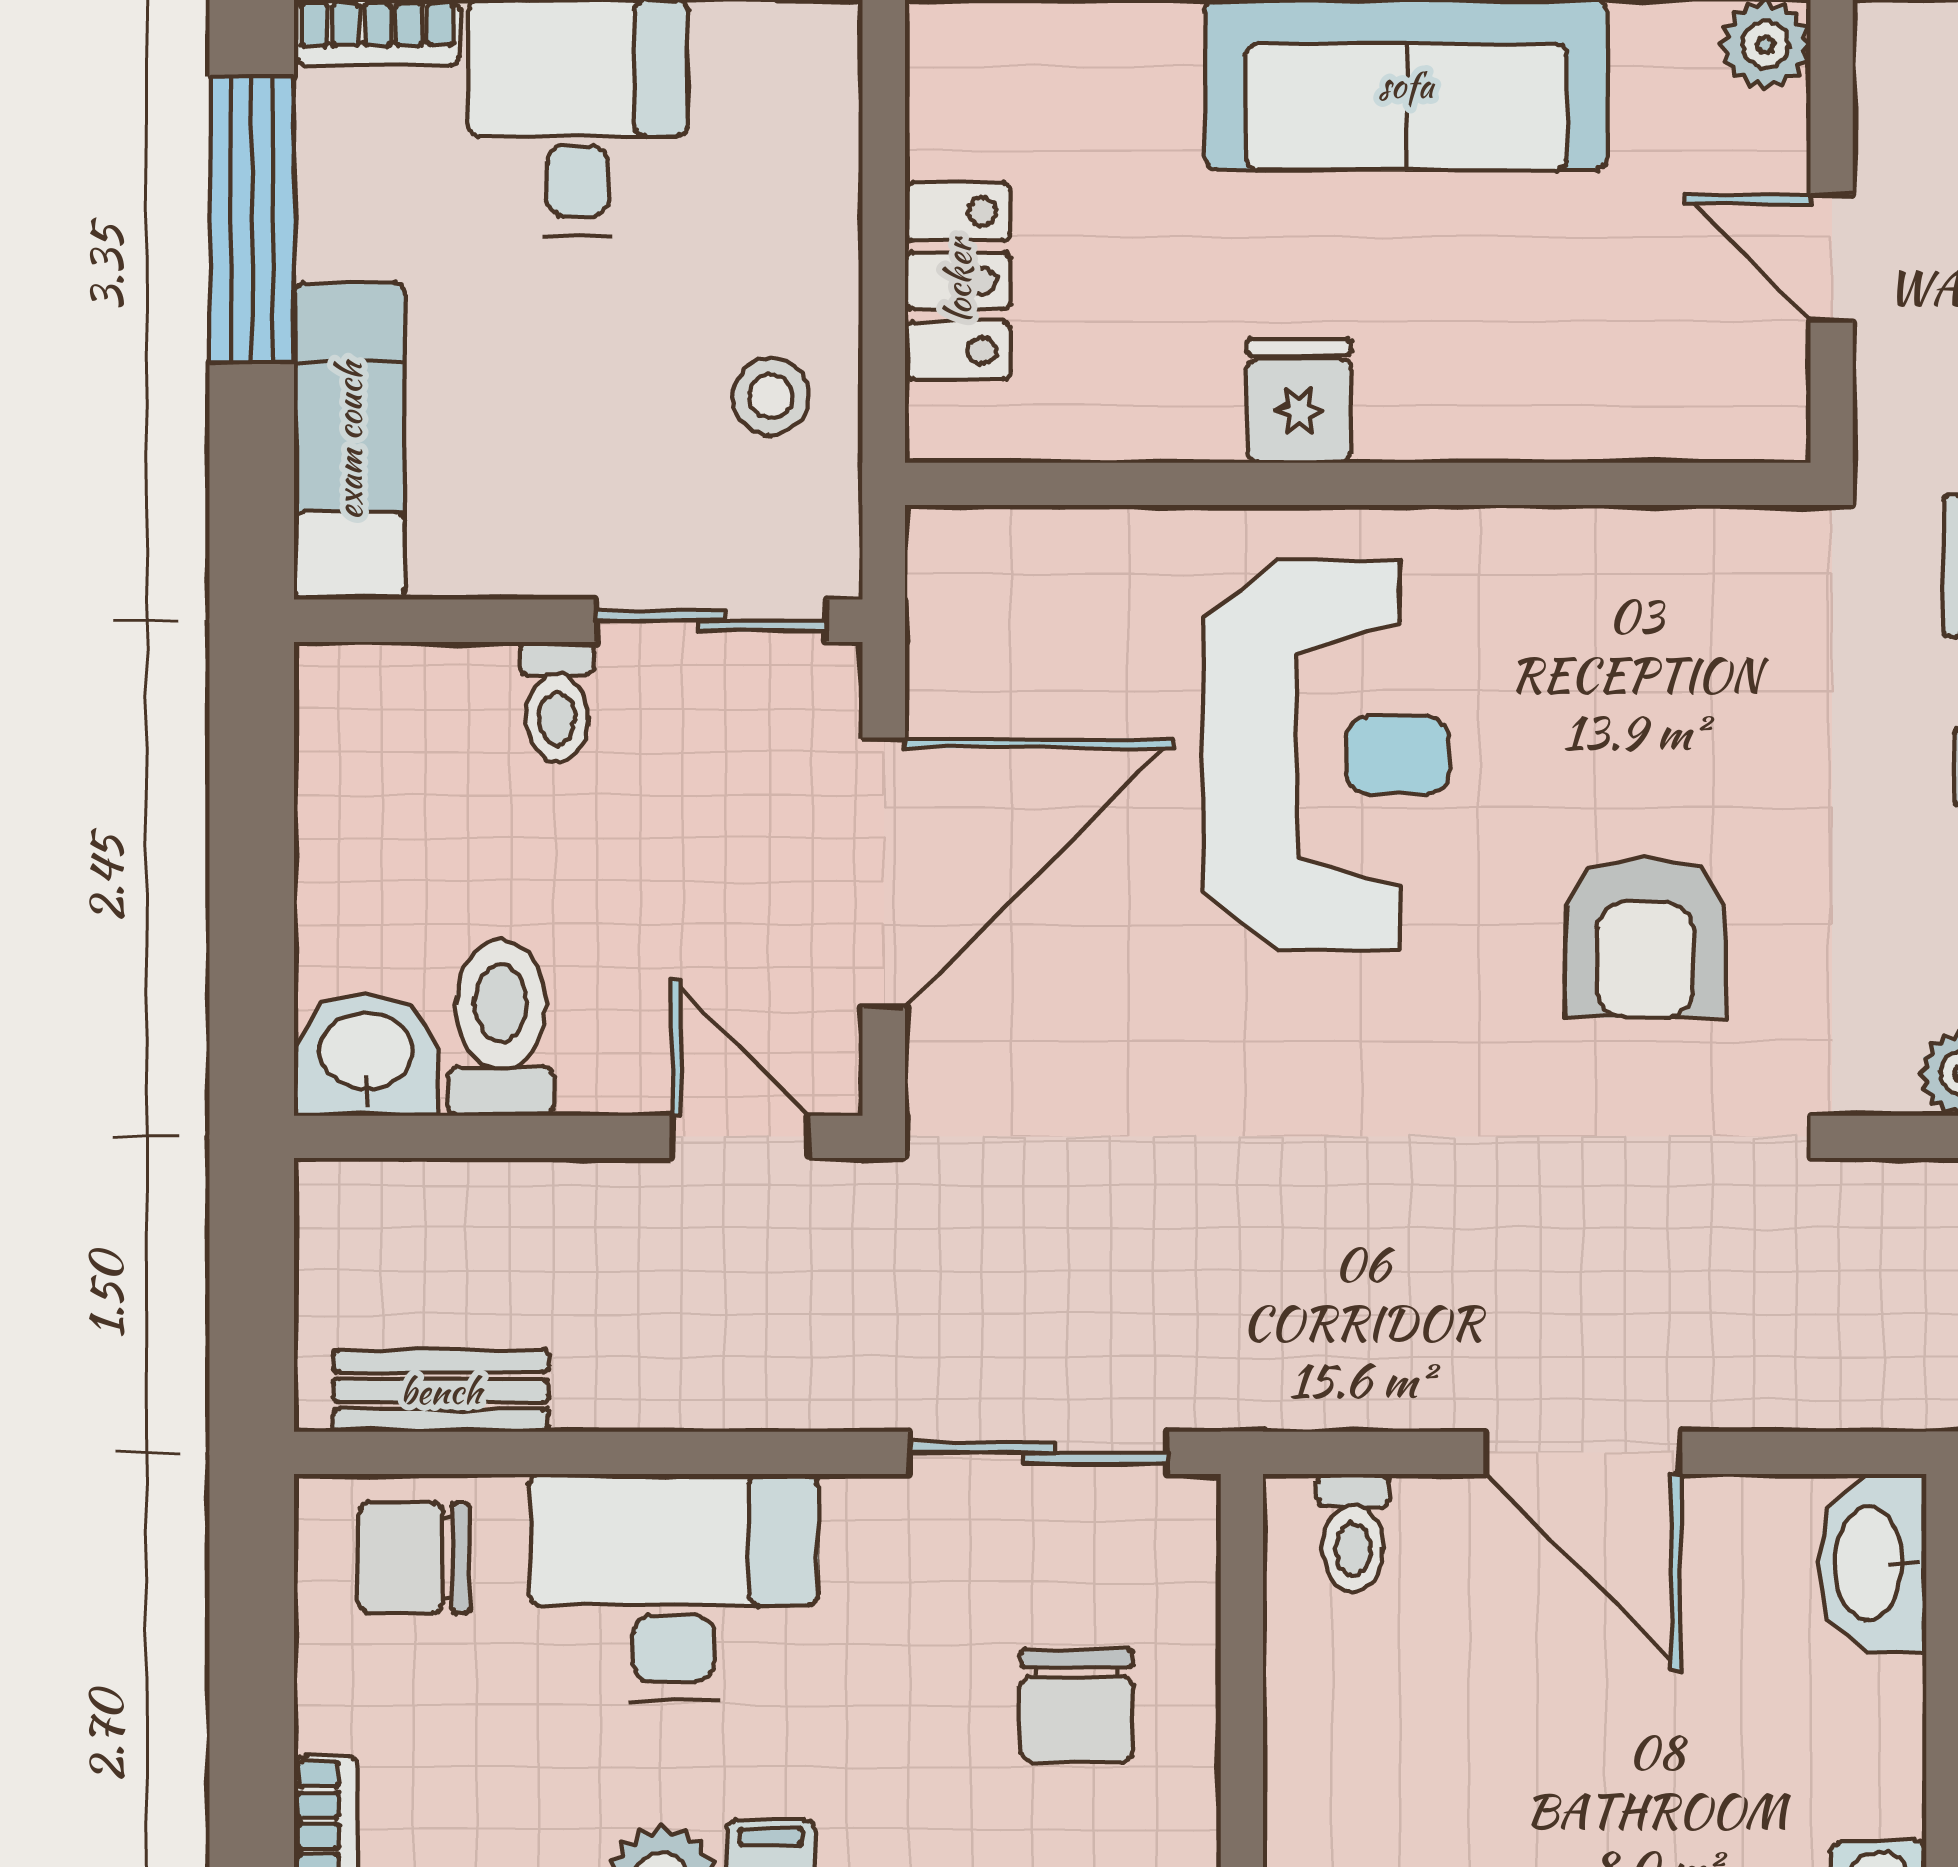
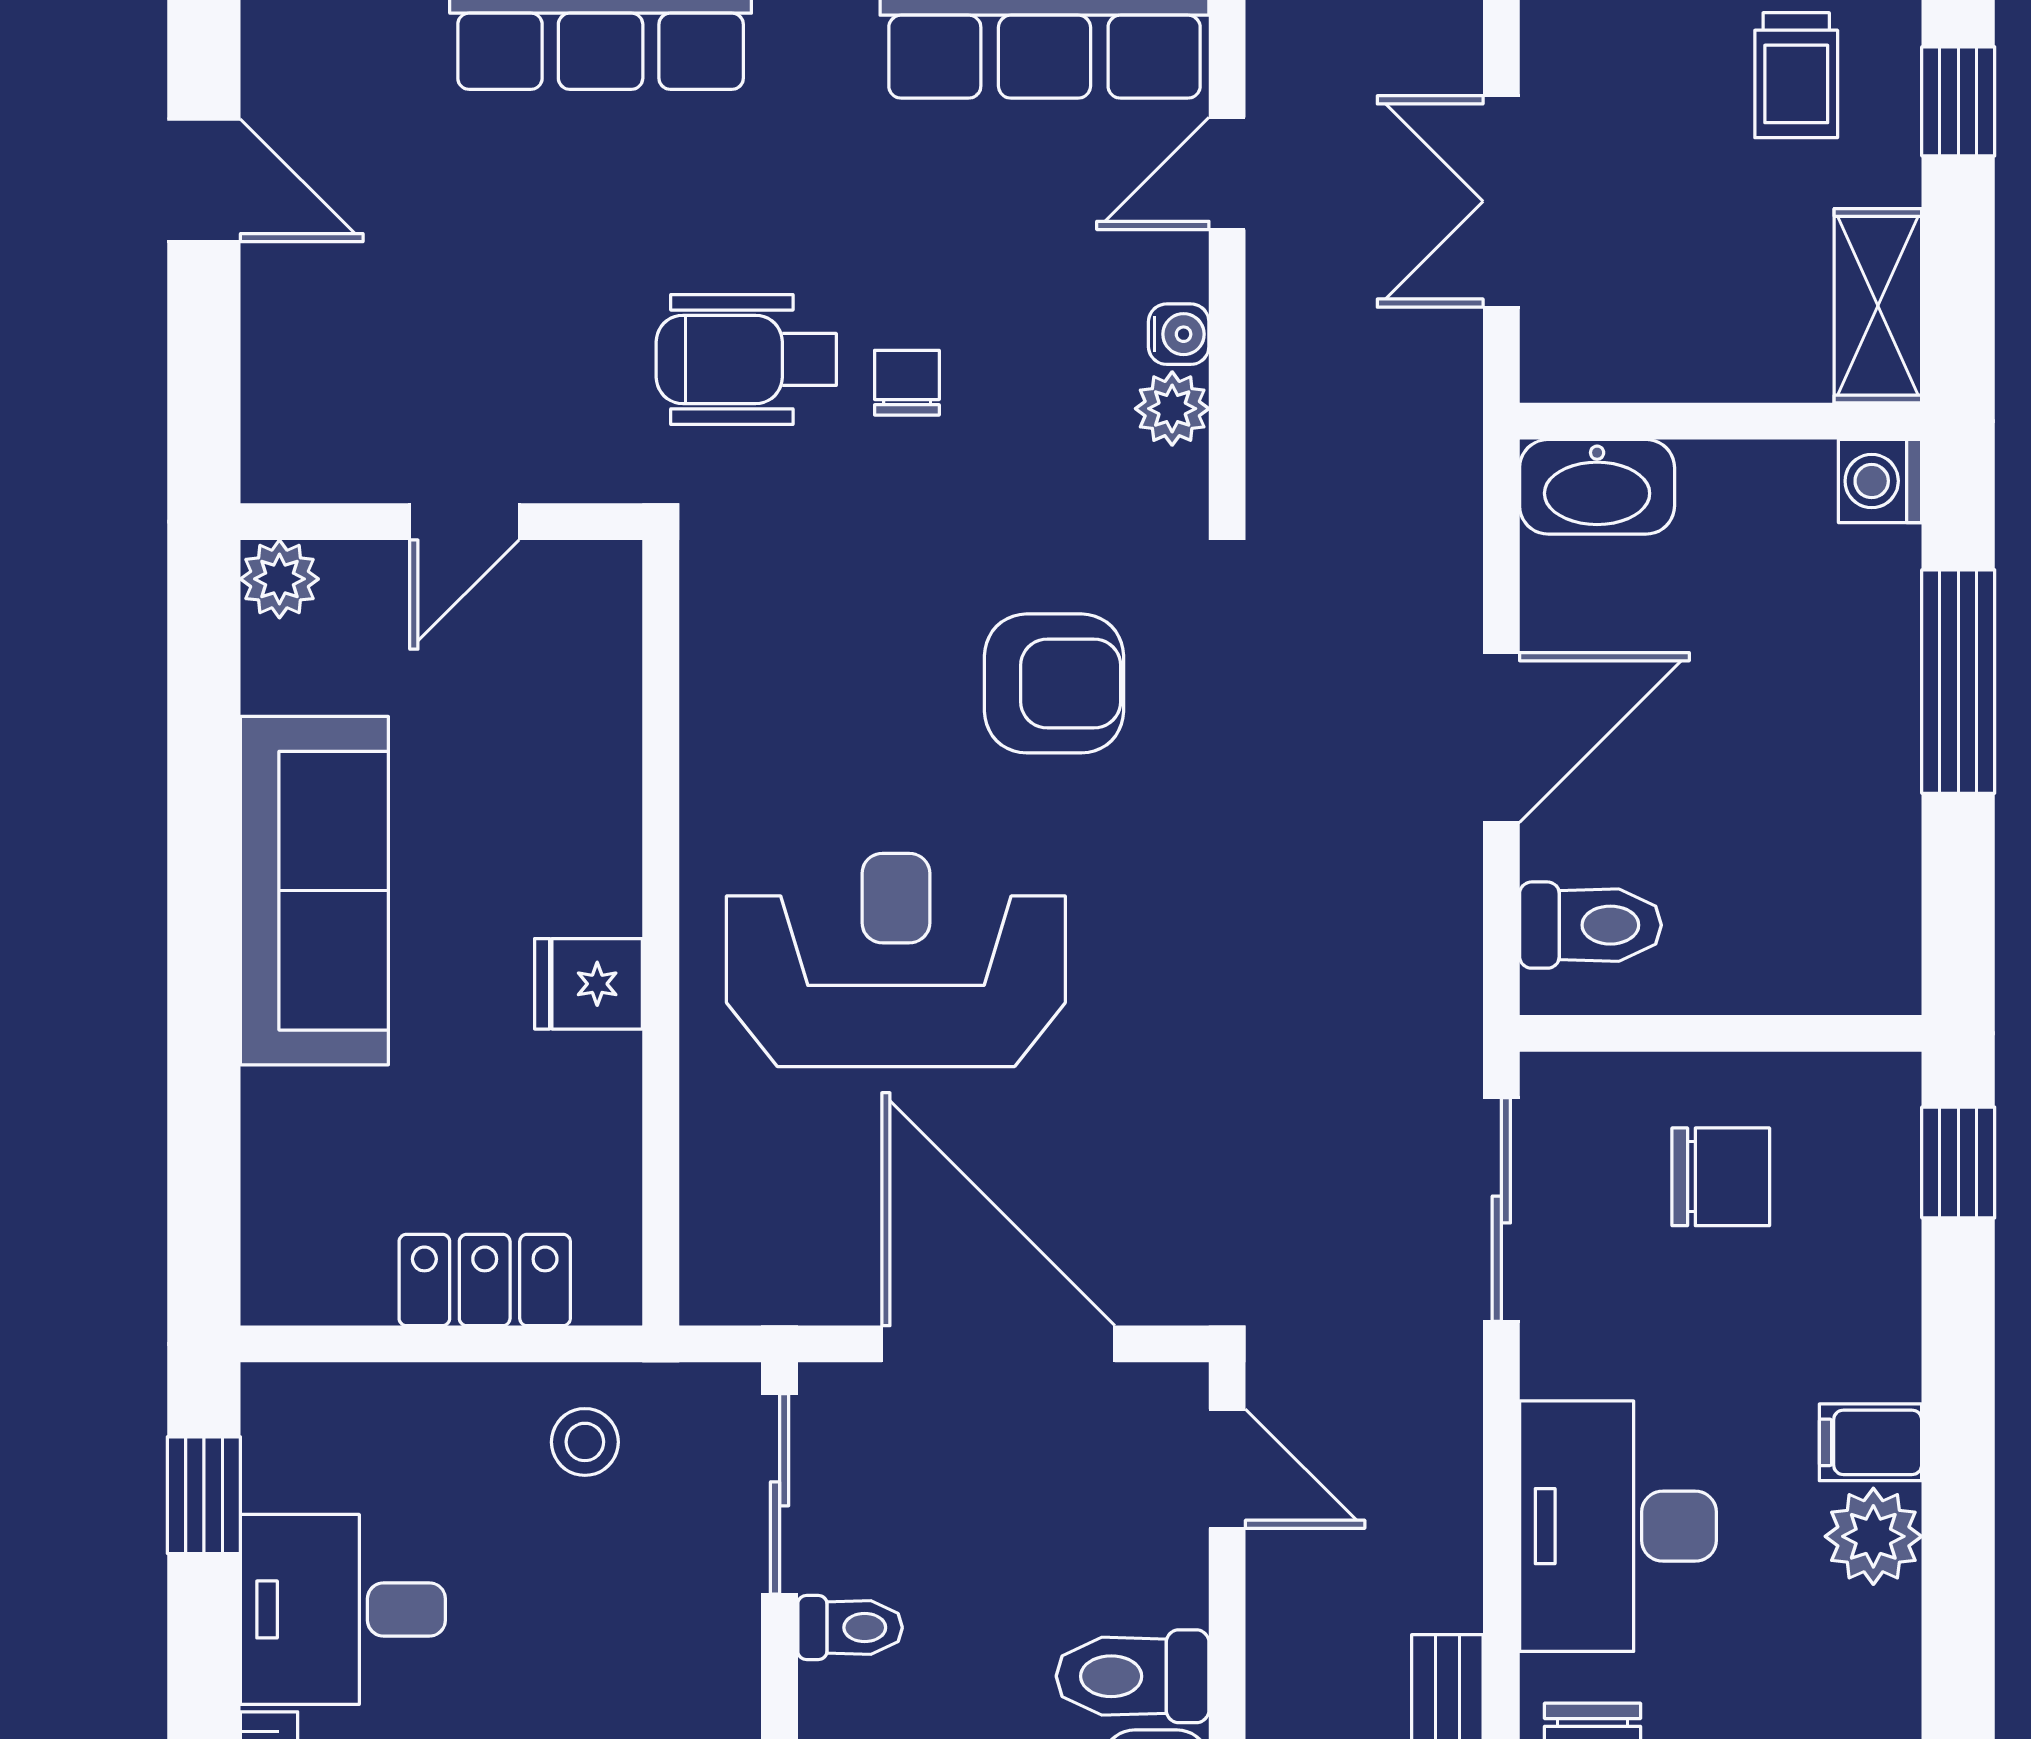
door: (740, 1137) -> (1227, 1469), swing flipped
toilet: (1353, 1533) -> (1591, 925), width x1.37, depth x1.39

